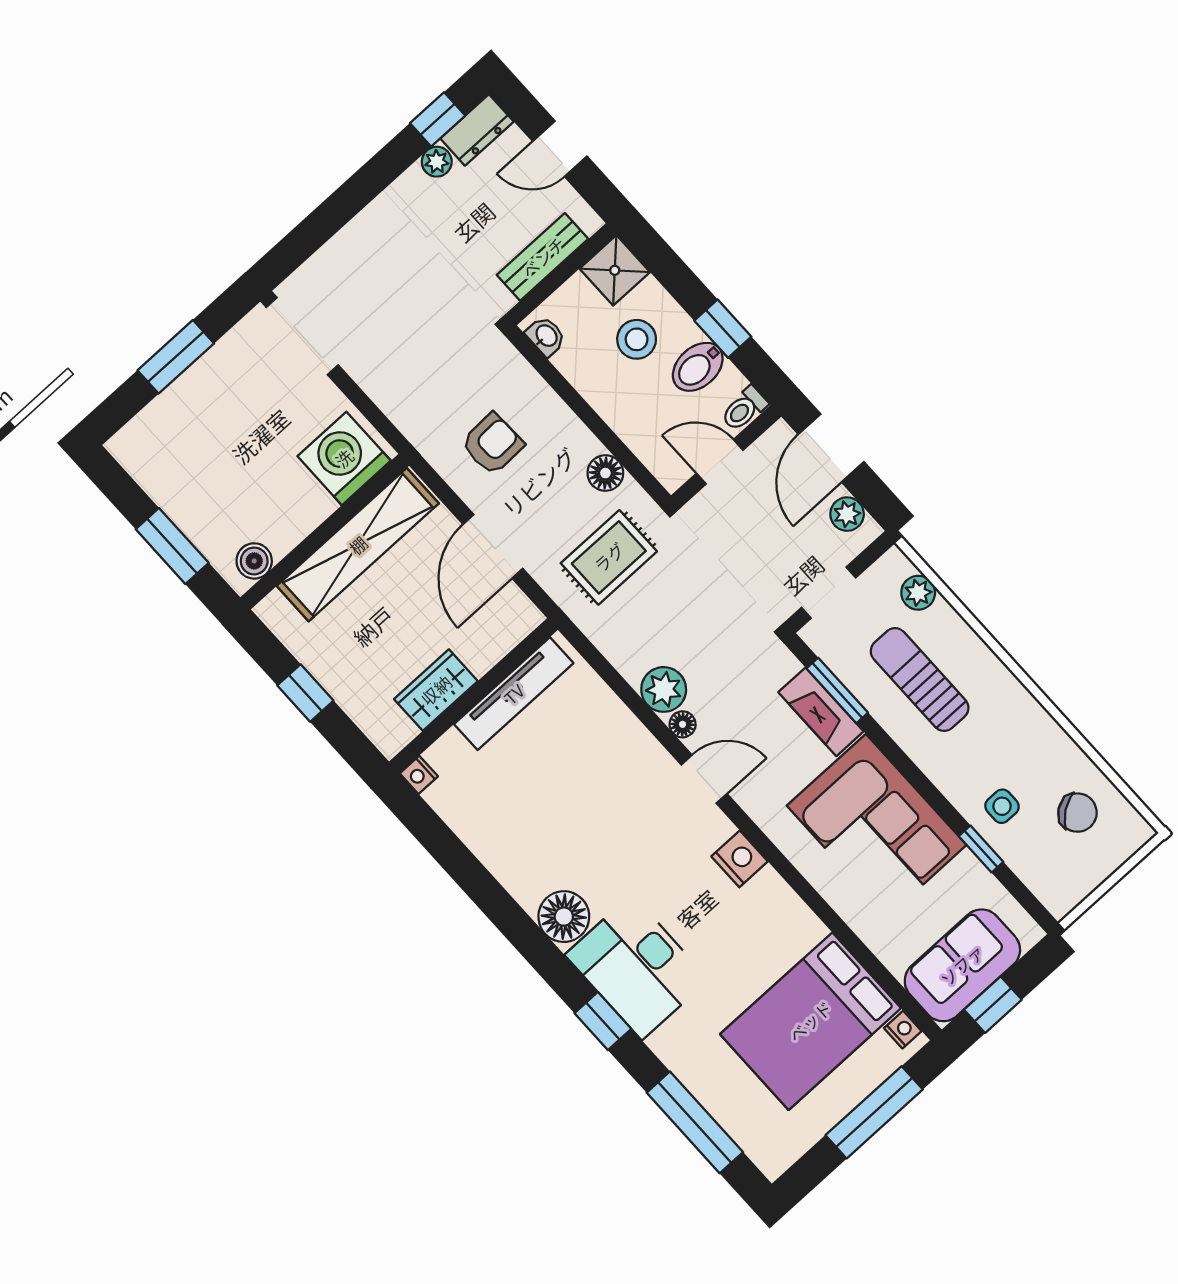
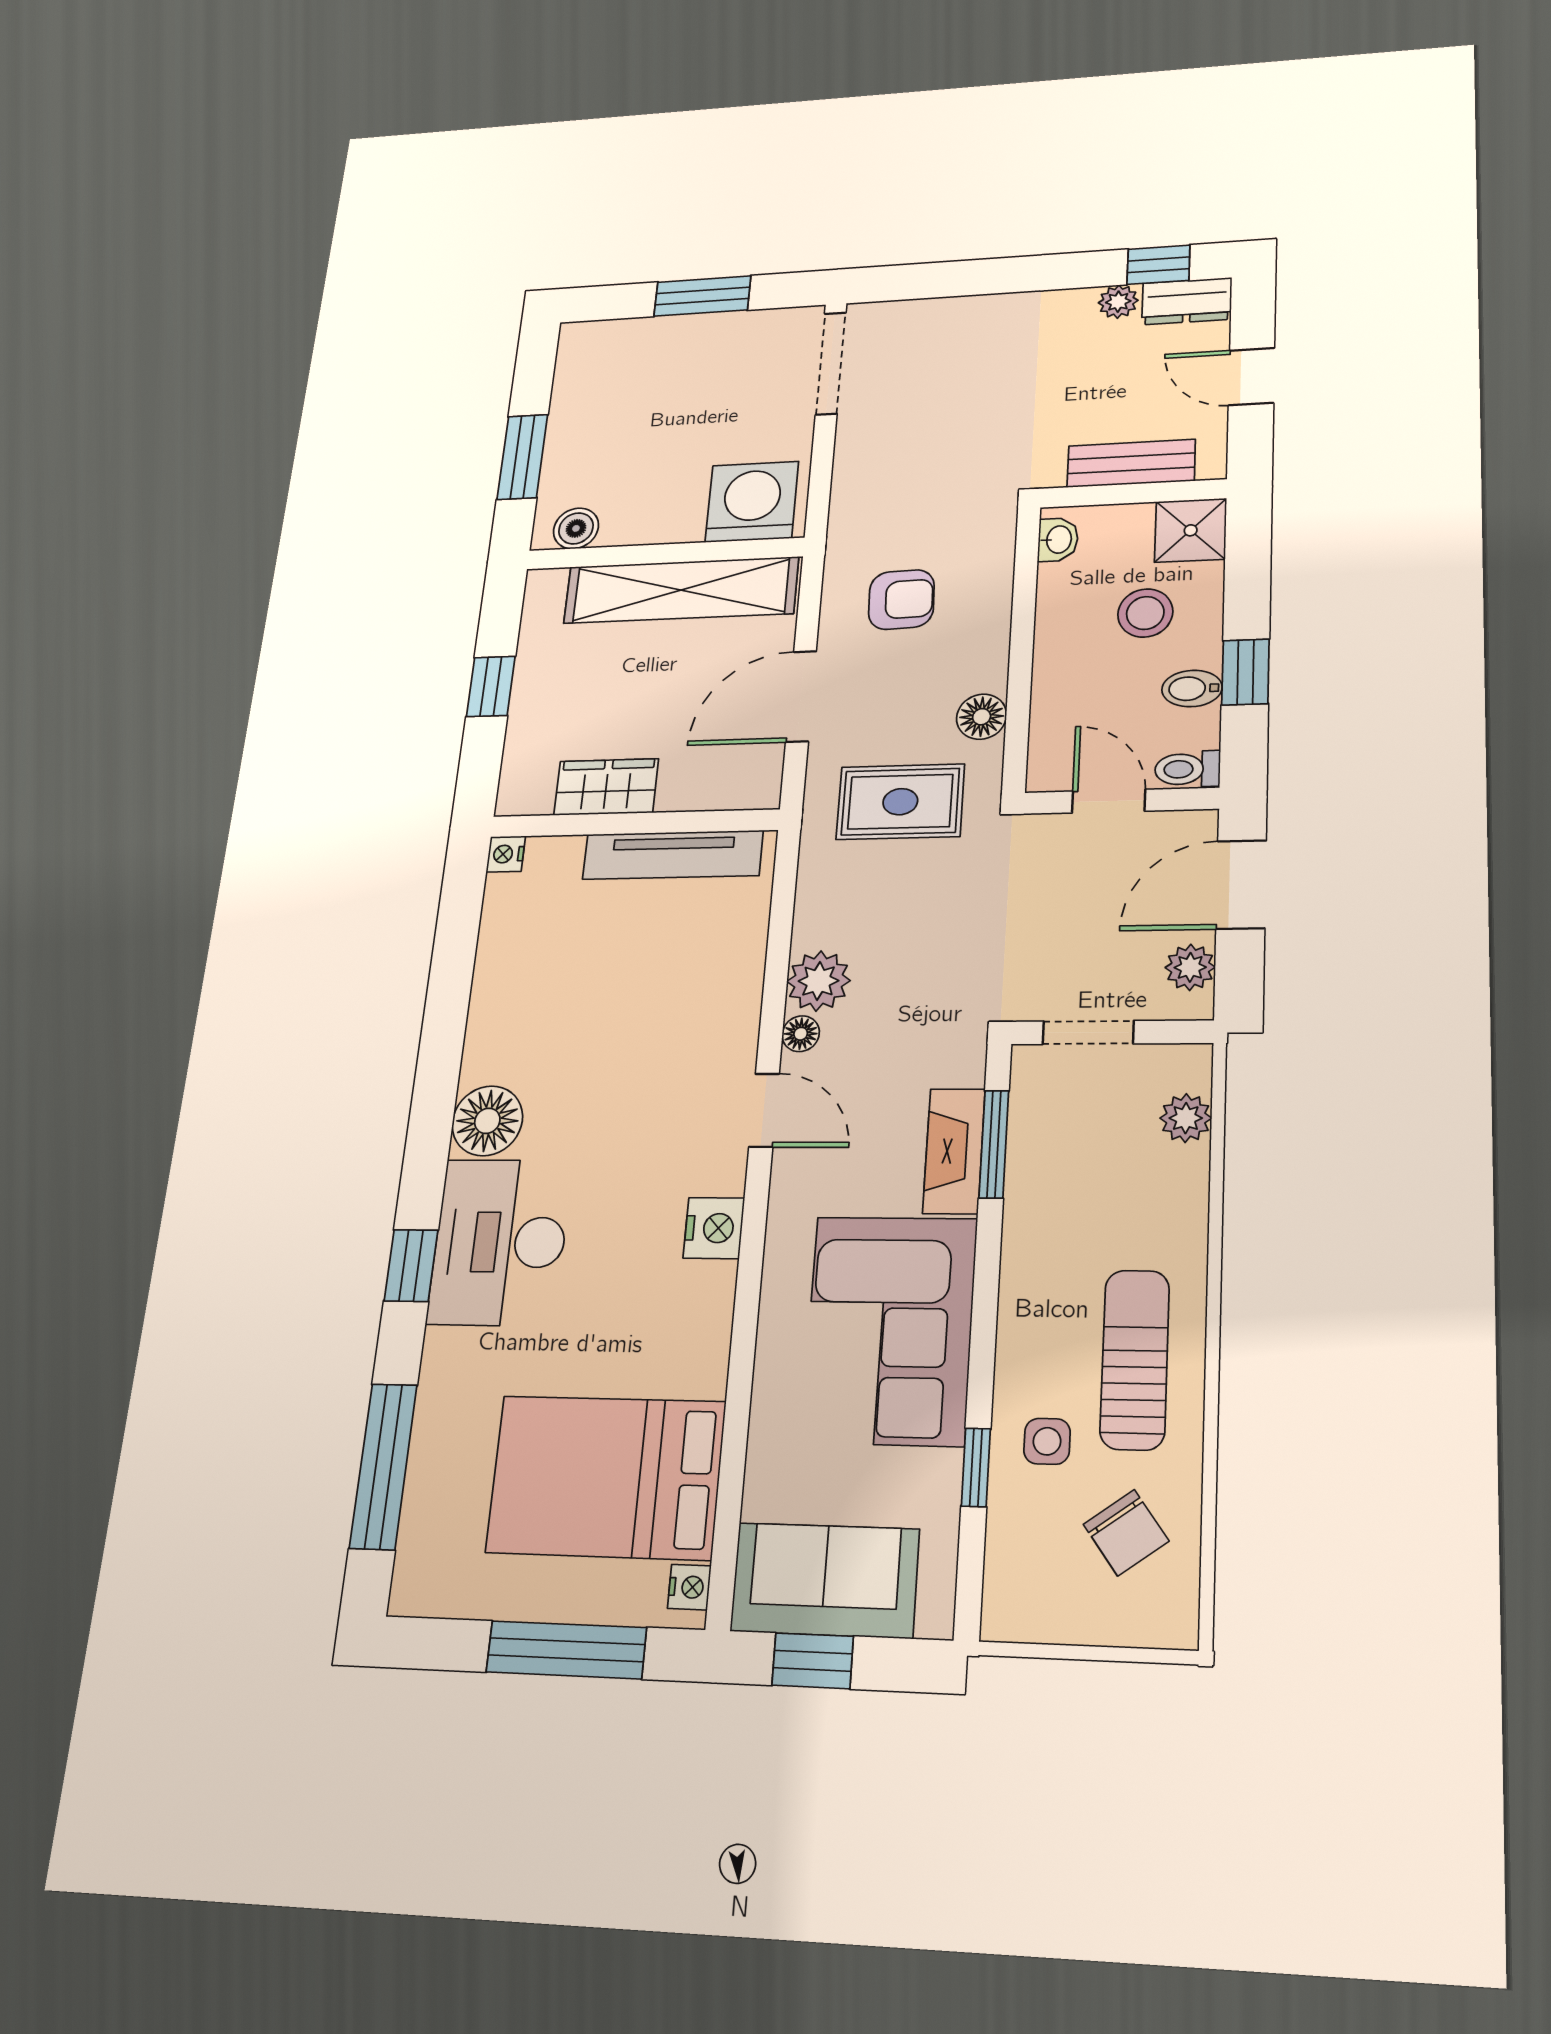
bidet: (698, 367) -> (1192, 689), width x0.72, depth x0.74
sun lounger: (920, 680) -> (1135, 1359), moved

